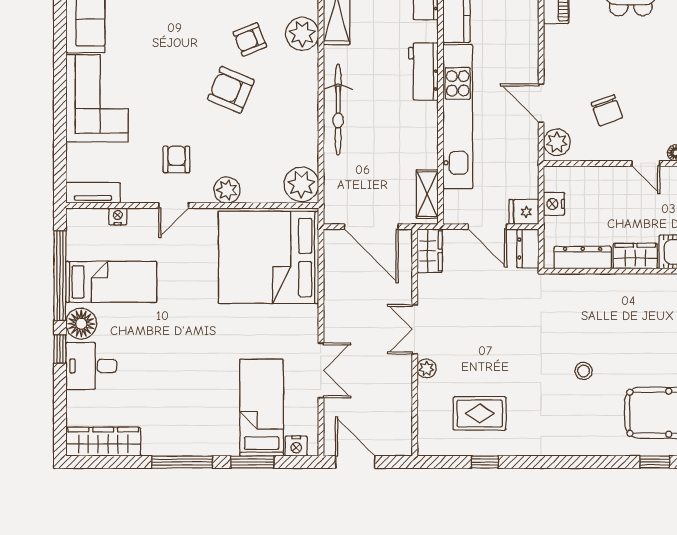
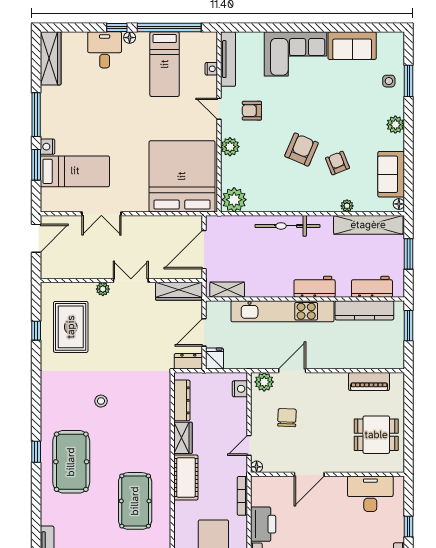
plant: (302, 34) -> (347, 206), width x0.53, depth x0.53
chair: (607, 110) -> (287, 418), turned 112
armchair: (177, 159) -> (252, 111), turned 180
tv unit: (93, 193) -> (228, 59), width x1.41
nightstand: (554, 204) -> (240, 389), moved, turned 90
wardrobe: (430, 251) -> (179, 291), width x1.50
floor lamp: (81, 324) -> (130, 38), width x0.53, depth x0.53
rug: (480, 413) -> (71, 327), width x1.36, depth x1.43
nightstand: (296, 446) -> (47, 147), moved

